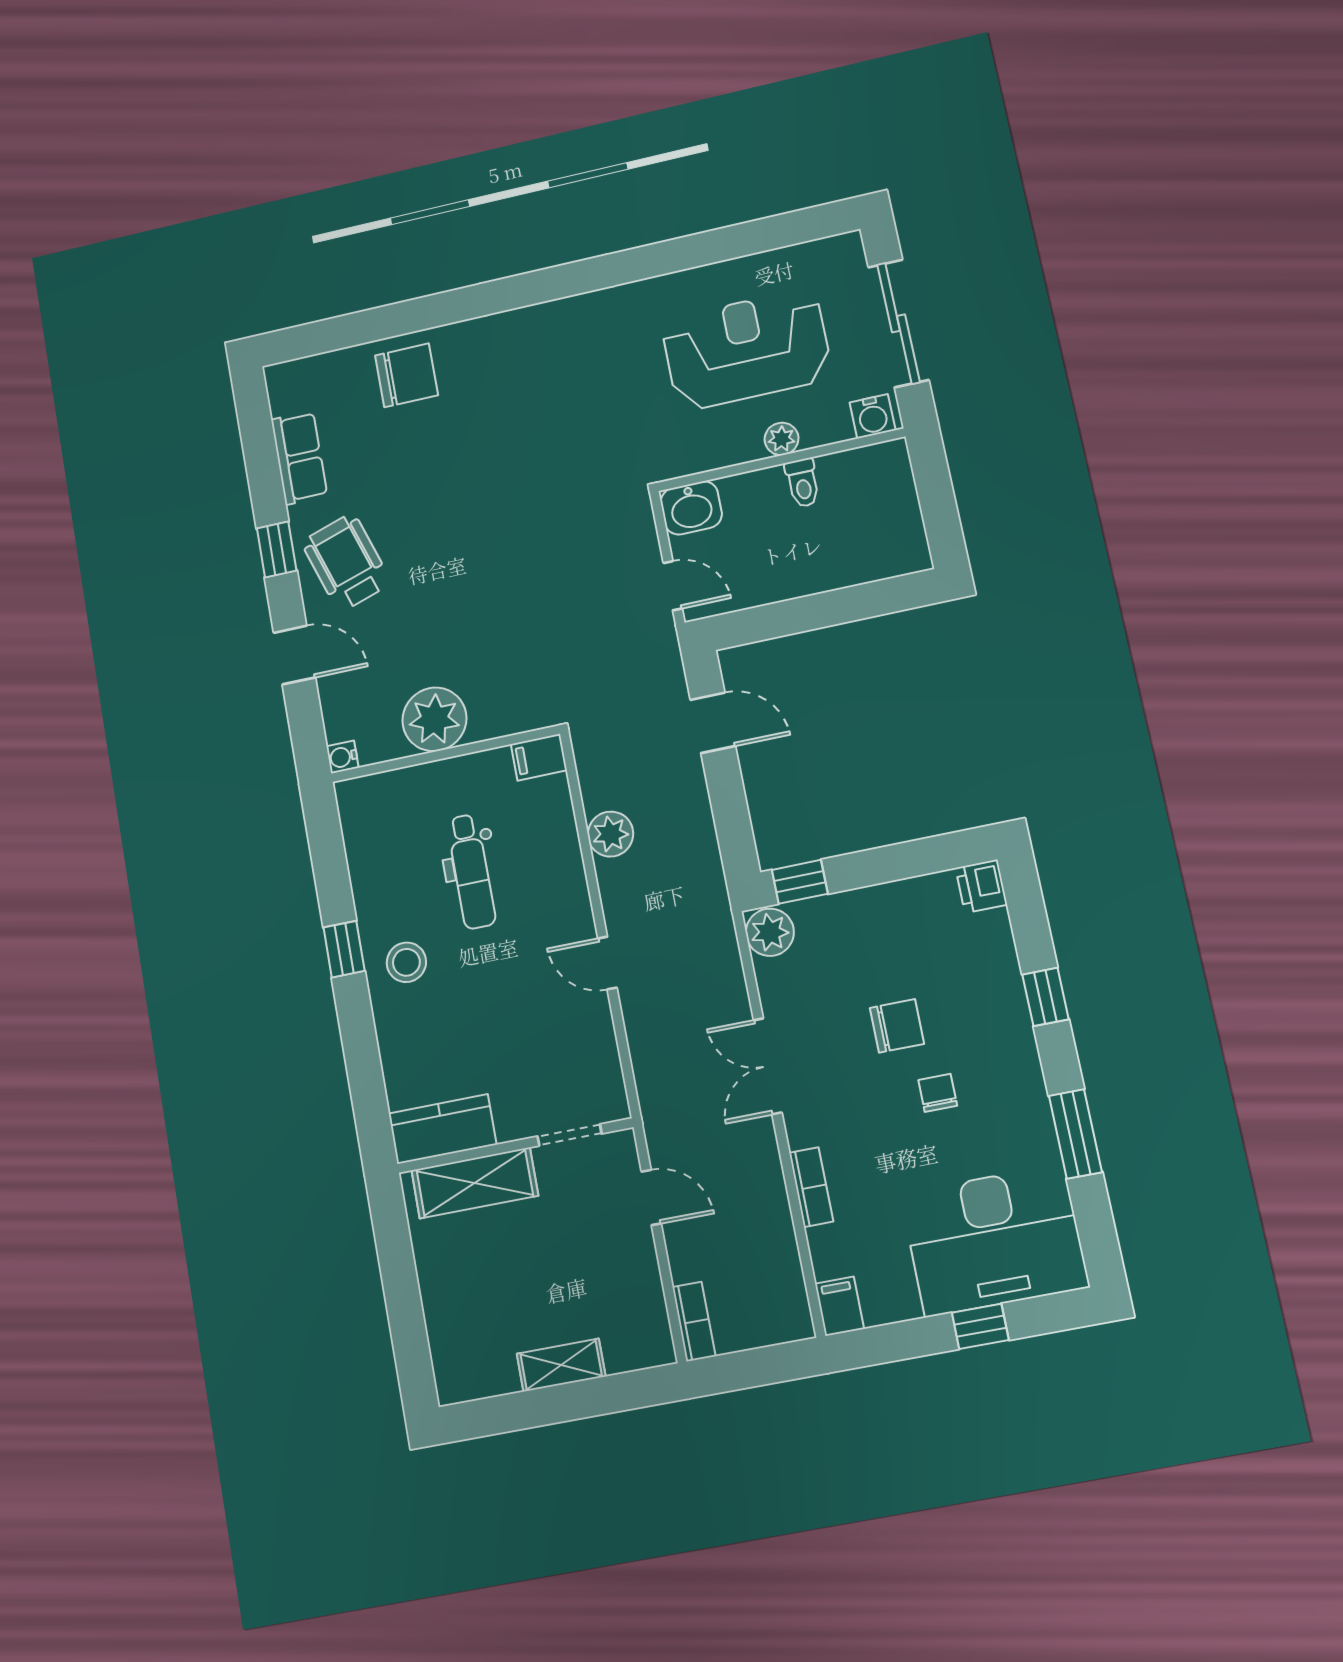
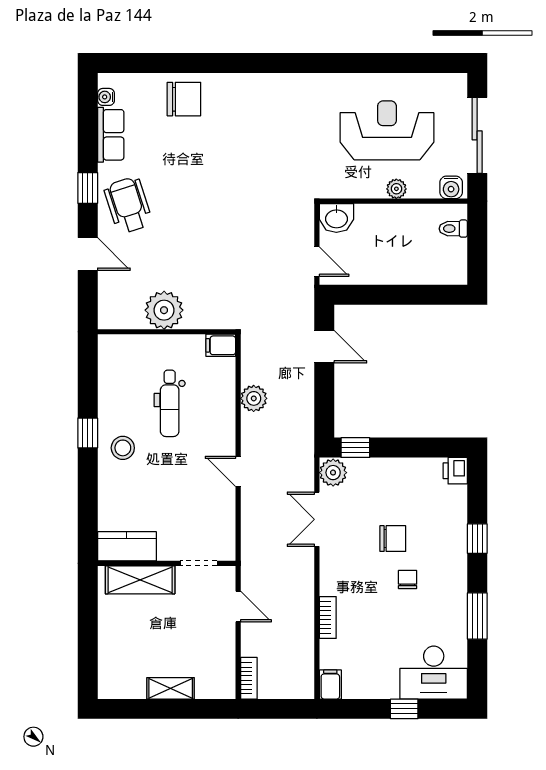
toilet: (803, 483) -> (453, 229), moved, turned 90
water cooler: (343, 757) -> (106, 97), moved
double door: (768, 1066) -> (317, 519), moved
desk: (994, 1240) -> (434, 673), width x0.73, depth x0.77

